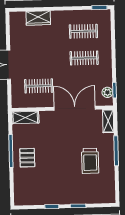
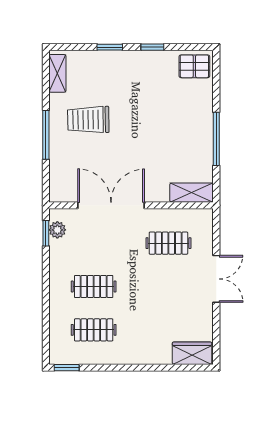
wardrobe: (38, 18) -> (192, 353), moved
double door: (75, 108) -> (111, 205), swing flipped
shelving: (108, 121) -> (57, 73), moved
pallet: (27, 158) -> (194, 66), moved, turned 90
trolley: (90, 161) -> (88, 120), turned -91

